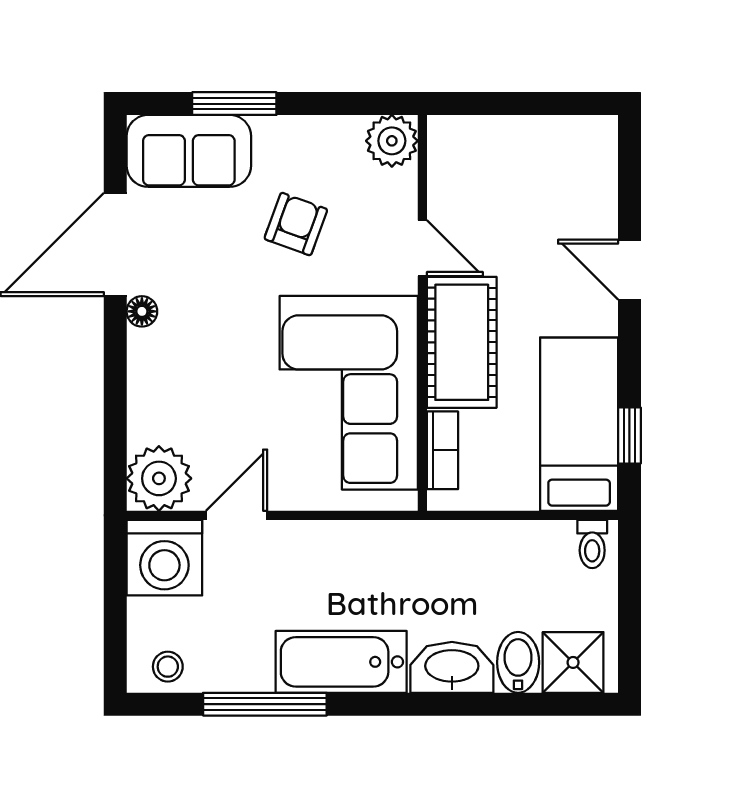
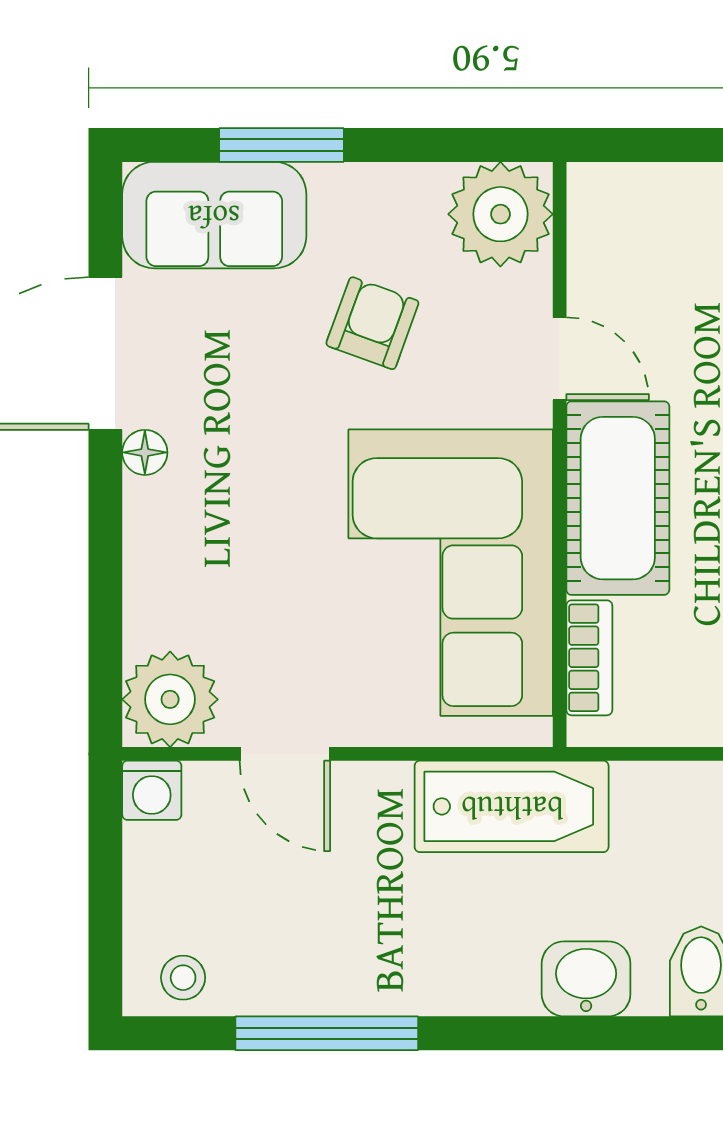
plant: (392, 141) -> (500, 214), width x1.36, depth x1.36
door: (237, 515) -> (285, 754), swing flipped
washing machine: (164, 558) -> (152, 790), width x0.53, depth x0.53
bathtub: (341, 662) -> (512, 806), moved, turned 180
washbasin: (452, 667) -> (586, 979), width x0.72

